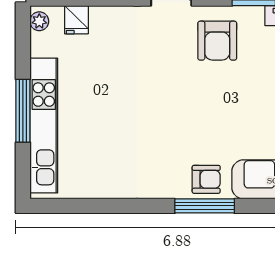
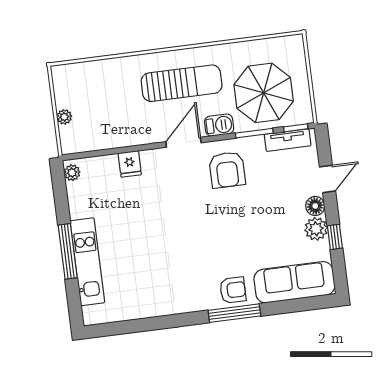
fridge: (76, 20) -> (130, 164), moved
kitchen unit: (44, 126) -> (87, 262), width x0.73

